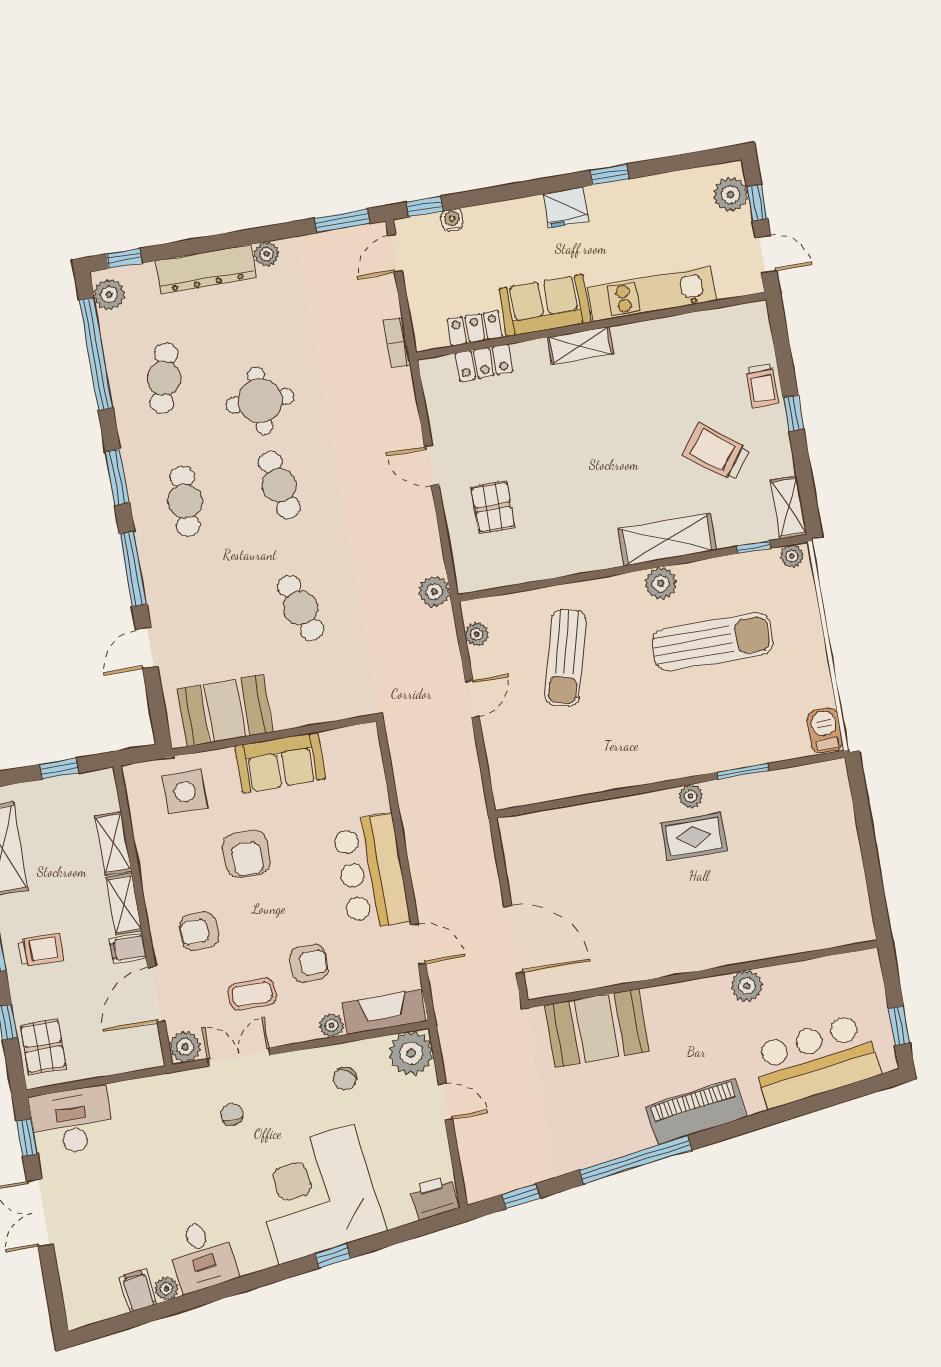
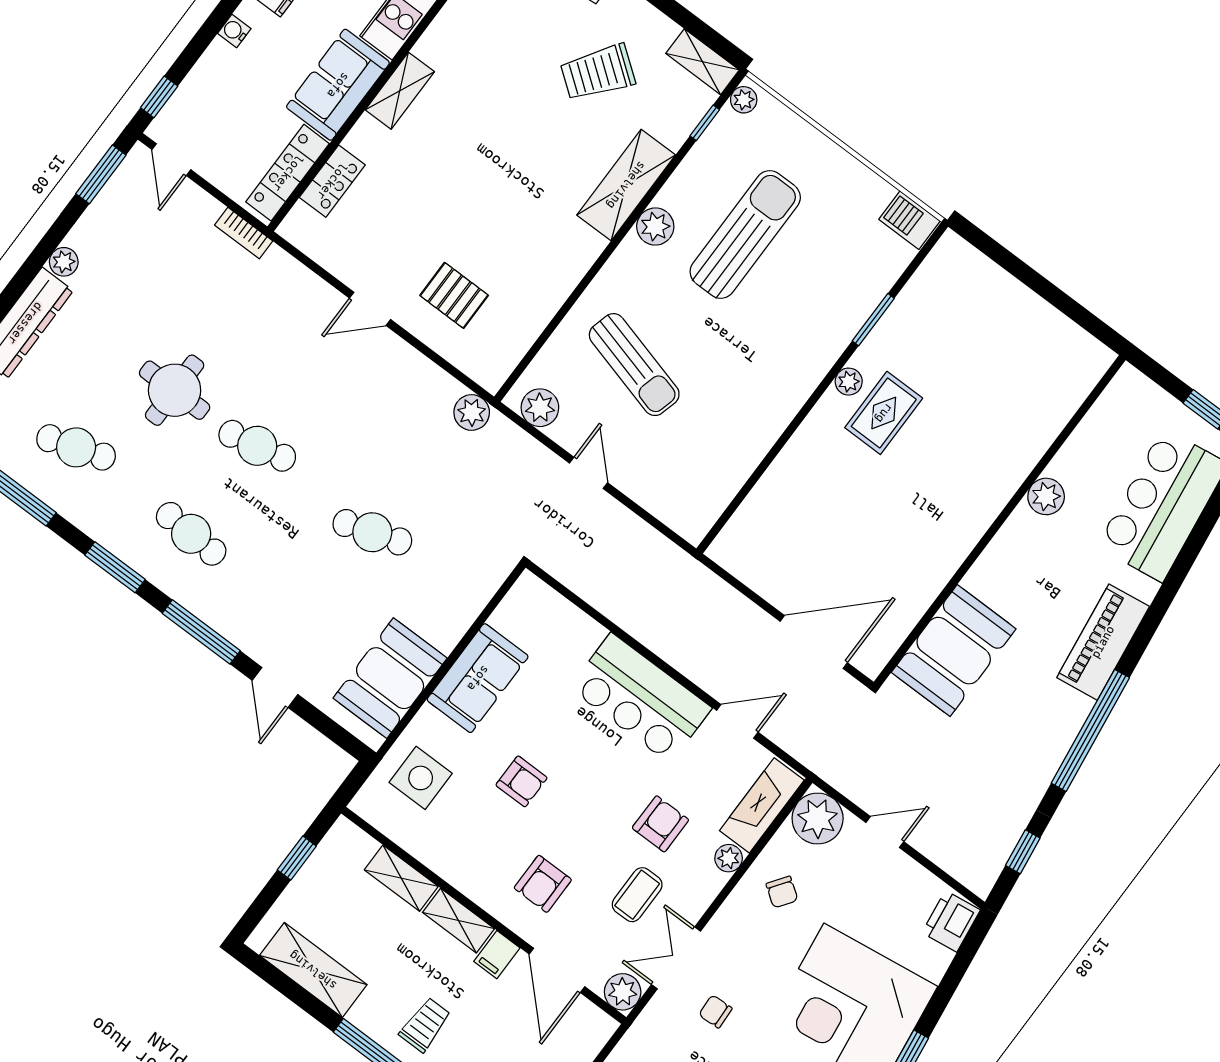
water cooler: (452, 220) -> (234, 31), moved
locker: (475, 328) -> (288, 173), width x1.53
cafe table: (164, 378) -> (76, 447), turned -33
plant: (477, 634) -> (540, 408), width x1.38, depth x1.38
armchair: (246, 854) -> (521, 781), width x0.72, depth x0.72

